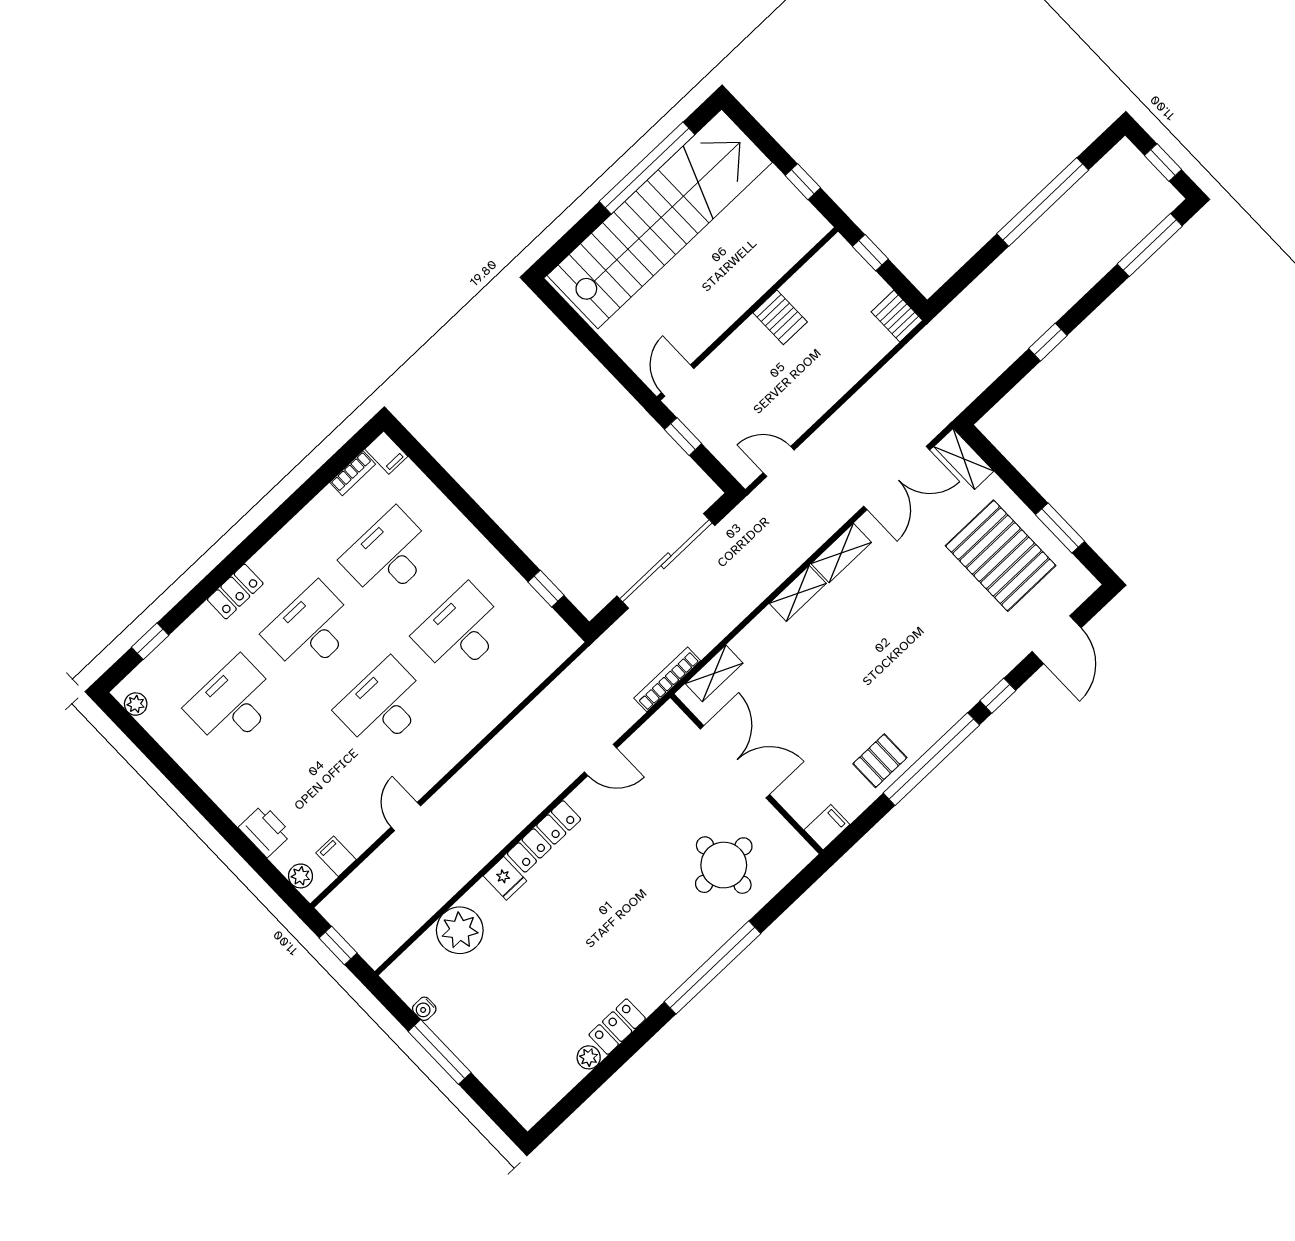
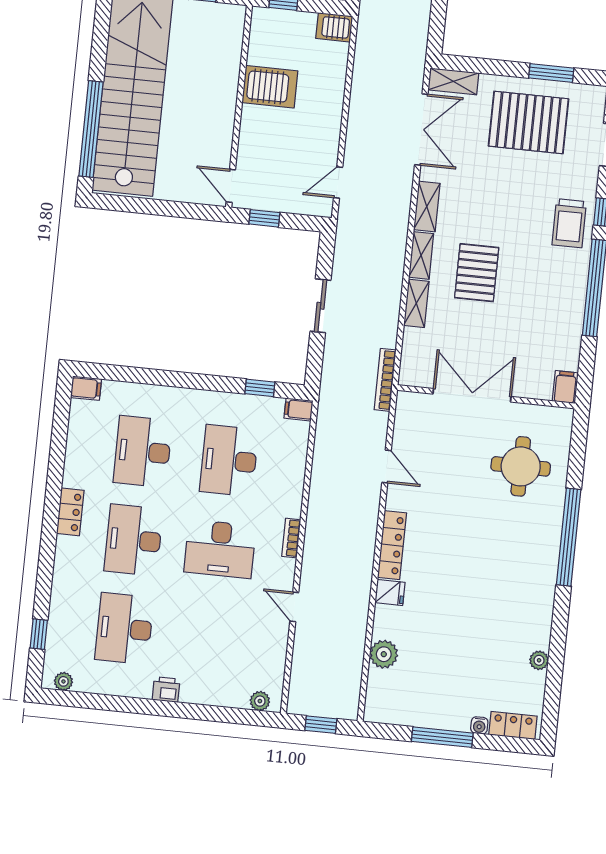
window: (647, 168) -> (91, 129), moved
server rack: (780, 317) -> (270, 87), width x1.36, depth x1.44
bookcase: (353, 473) -> (291, 538), moved, turned 180
sliding door: (666, 561) -> (320, 306), width x0.54
locker: (235, 592) -> (70, 512), moved
shelving: (714, 673) -> (416, 303), moved
trolley: (959, 680) -> (569, 223), added
desk: (383, 705) -> (220, 549), turned -90
door: (601, 760) -> (386, 467), hinge flipped
pallet: (880, 761) -> (477, 273), moved, width x1.50, depth x1.42
printer: (265, 831) -> (166, 690), moved, width x0.73, depth x0.81
filing cabinet: (336, 856) -> (299, 409), moved
plant: (460, 930) -> (384, 654), width x0.73, depth x0.73
water cooler: (424, 1009) -> (479, 725), moved
locker: (617, 1027) -> (513, 725), moved, turned 90

